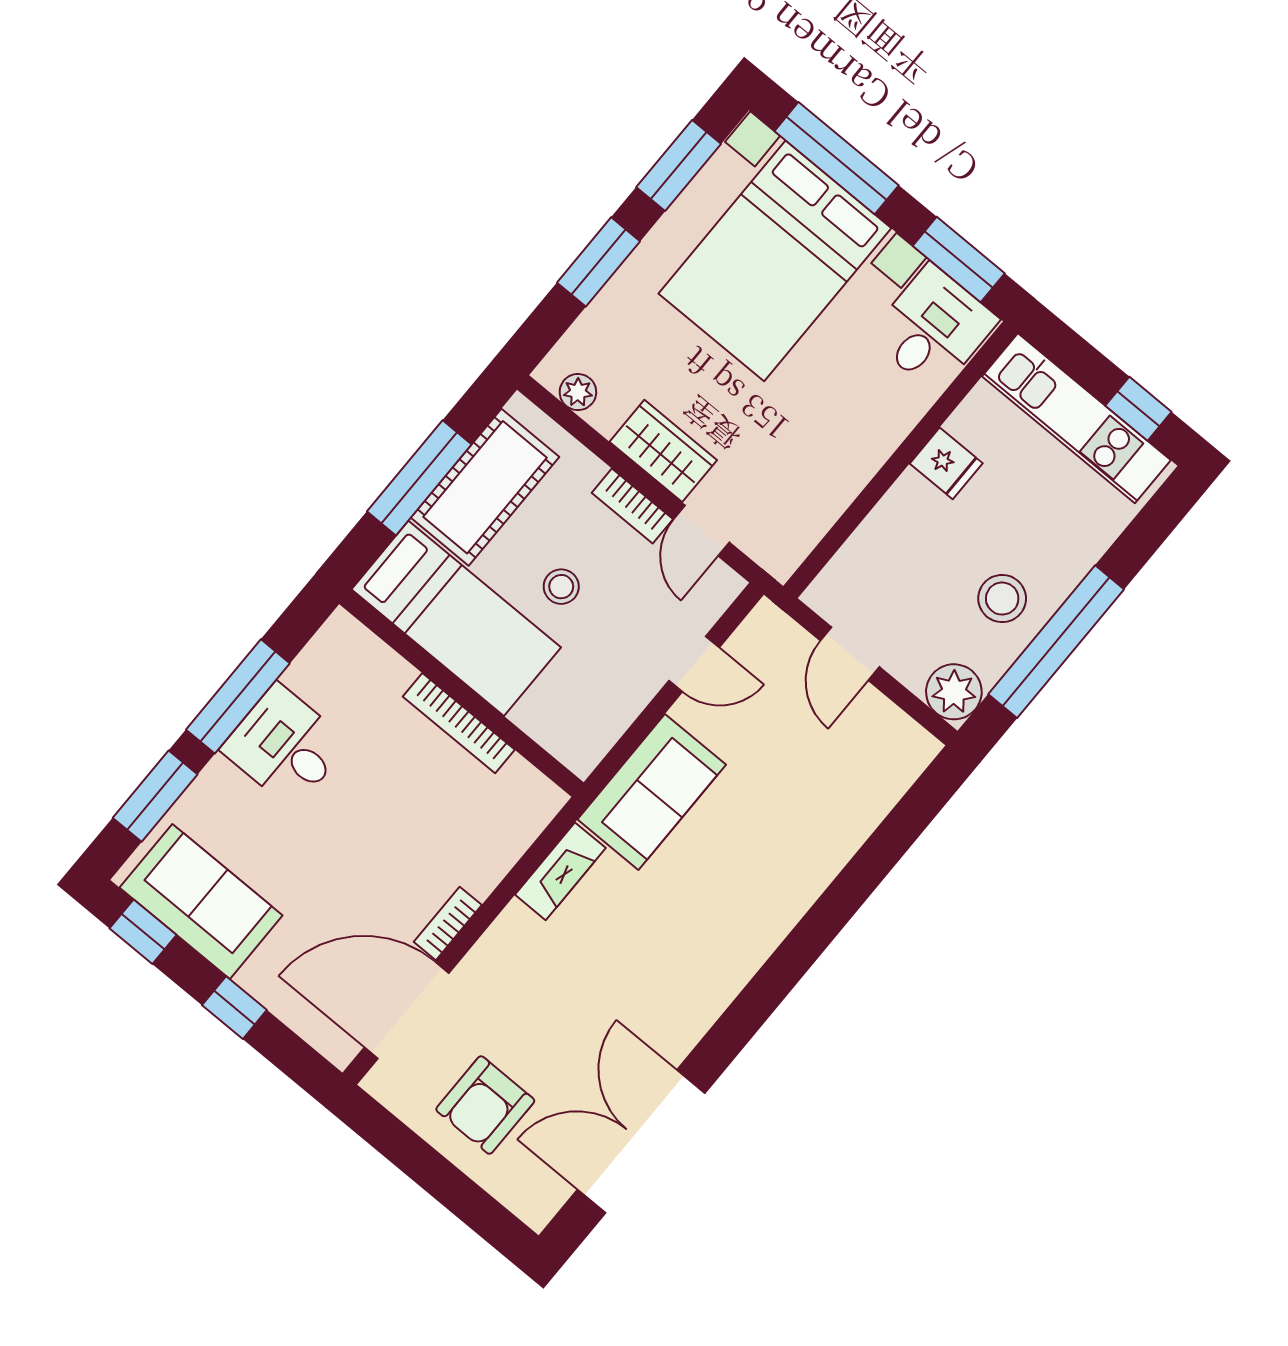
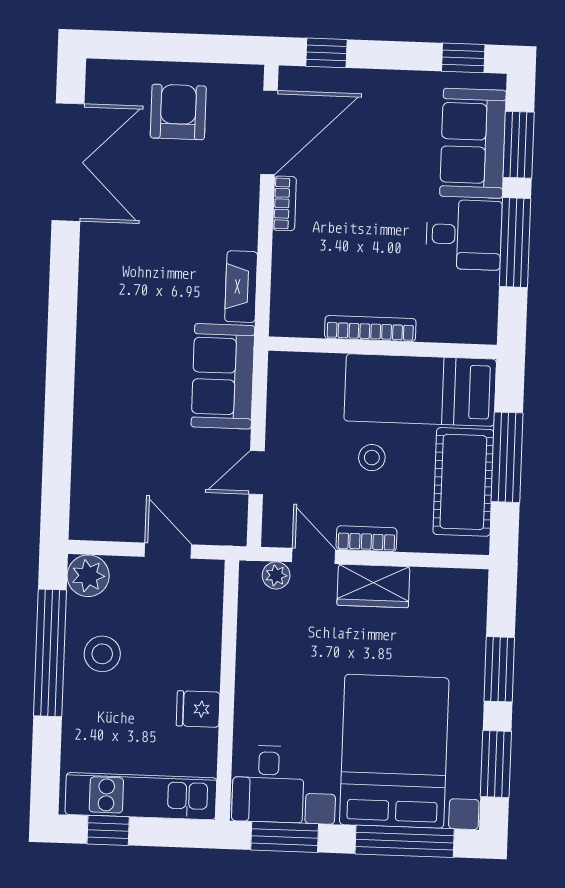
plant: (578, 392) -> (276, 575), moved
sofa: (201, 901) -> (473, 143), moved, turned 90
window: (234, 1008) -> (326, 53), moved

